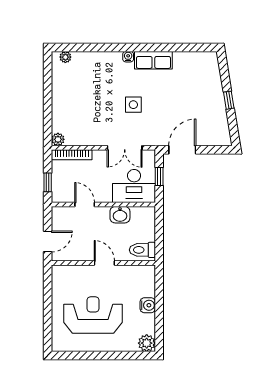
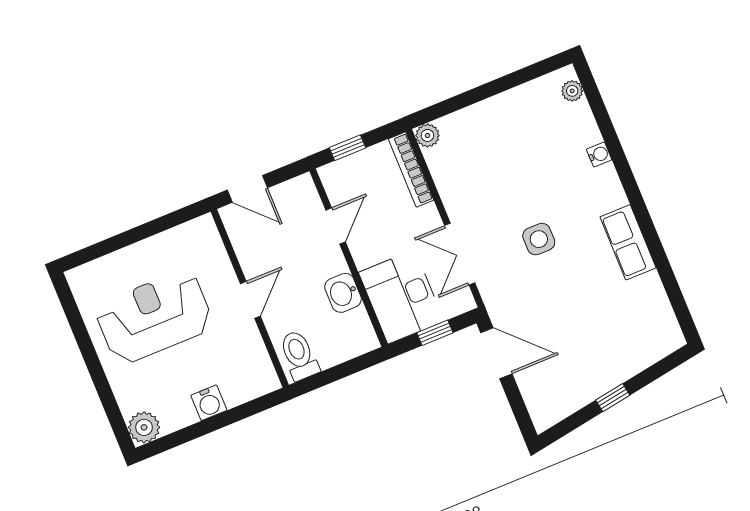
water cooler: (128, 57) -> (599, 154), moved
reception desk: (93, 315) -> (154, 317), turned -90

